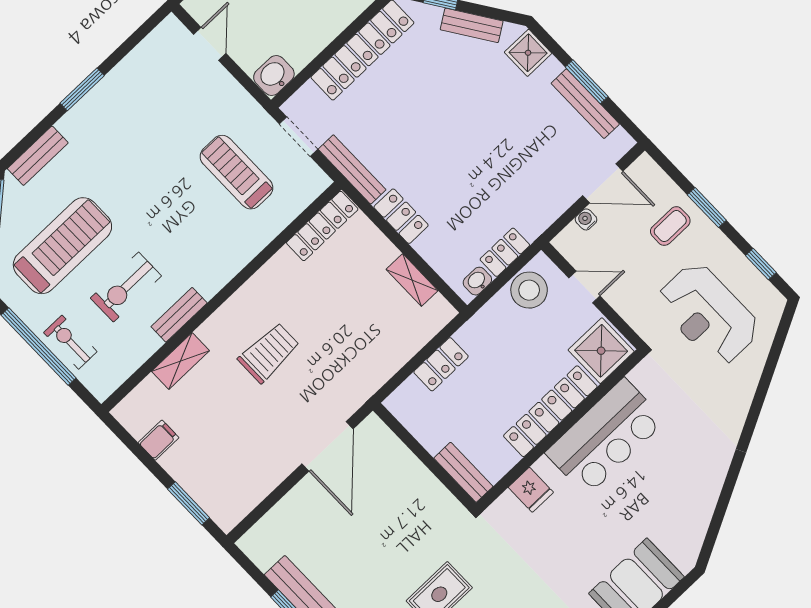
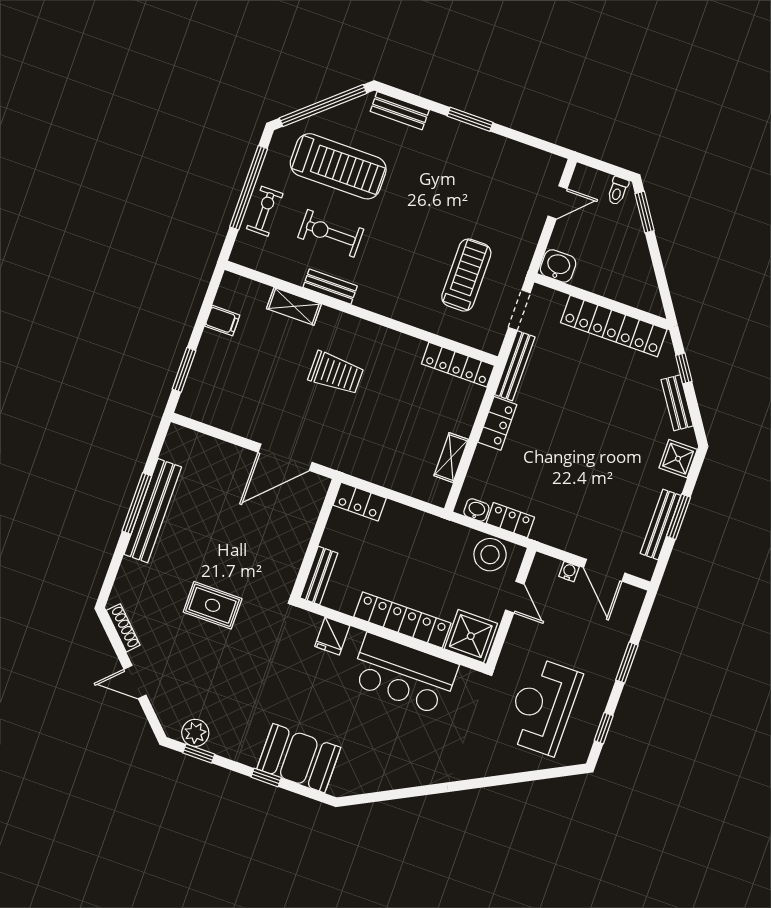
coffee table: (670, 226) -> (597, 641), removed
locker: (441, 364) -> (360, 502), moved

